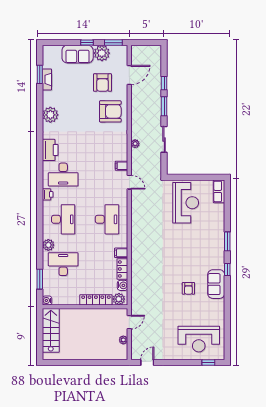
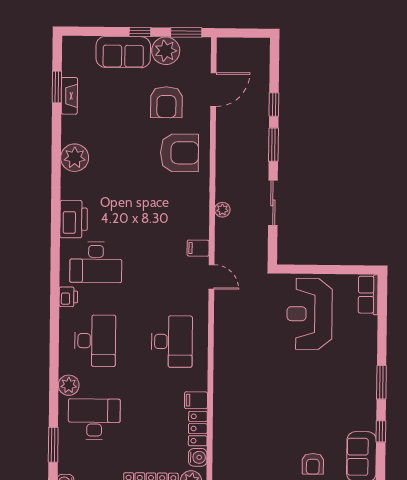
reception desk: (186, 203) -> (310, 314), turned 180

